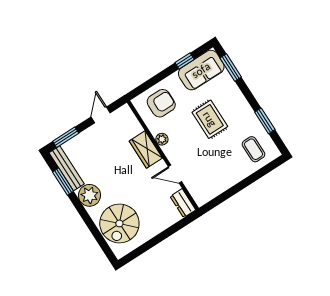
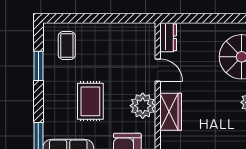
plant: (162, 139) -> (143, 106), width x1.88, depth x1.88

